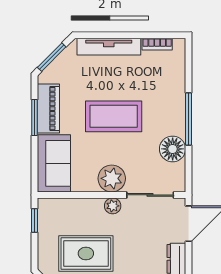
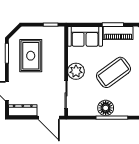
coffee table: (114, 116) -> (113, 72), turned 54
floor lamp: (173, 149) -> (106, 108), moved
plant: (113, 206) -> (59, 72), removed

